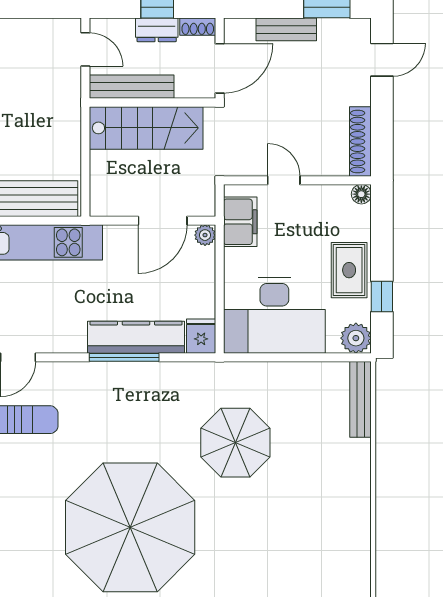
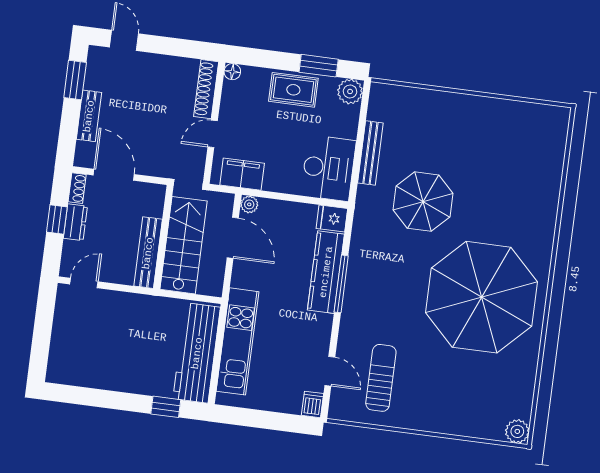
bench: (132, 87) -> (148, 253), moved
wall: (152, 103) -> (163, 237), moved
stairs: (146, 128) -> (184, 245), moved
shoe rack: (360, 141) -> (206, 89), moved, turned 90
window: (382, 297) -> (319, 66), width x1.50
desk: (274, 315) -> (328, 168), width x0.73, depth x0.77
bench: (361, 399) -> (370, 153), moved, turned 90

